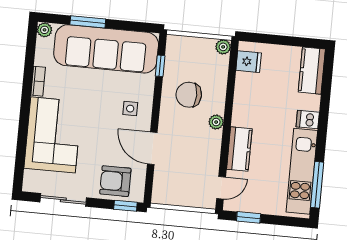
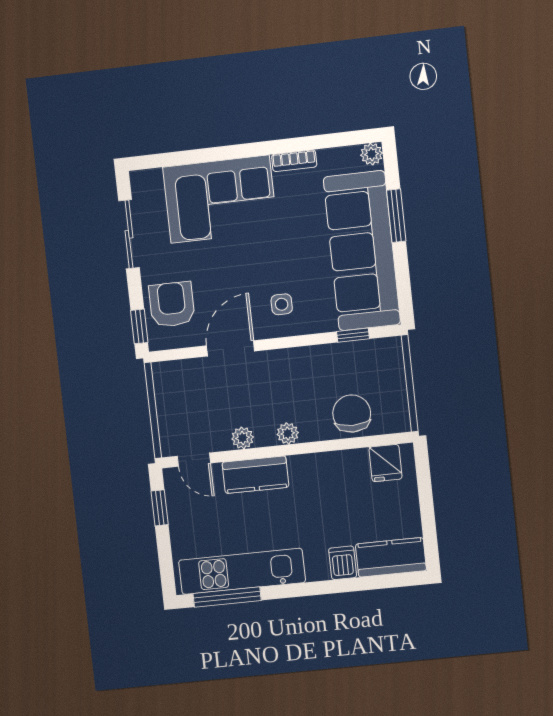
plant: (223, 47) -> (243, 438), moved
chair: (189, 95) -> (352, 414), moved
dishwasher: (308, 120) -> (343, 563), moved

